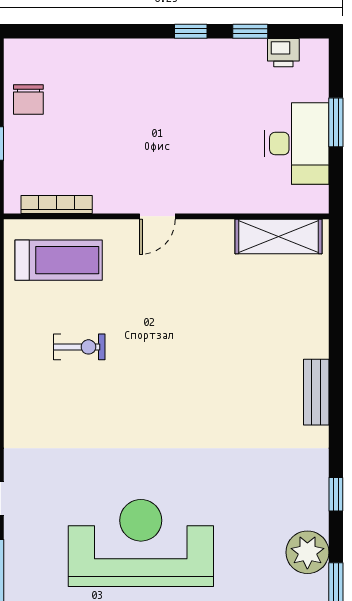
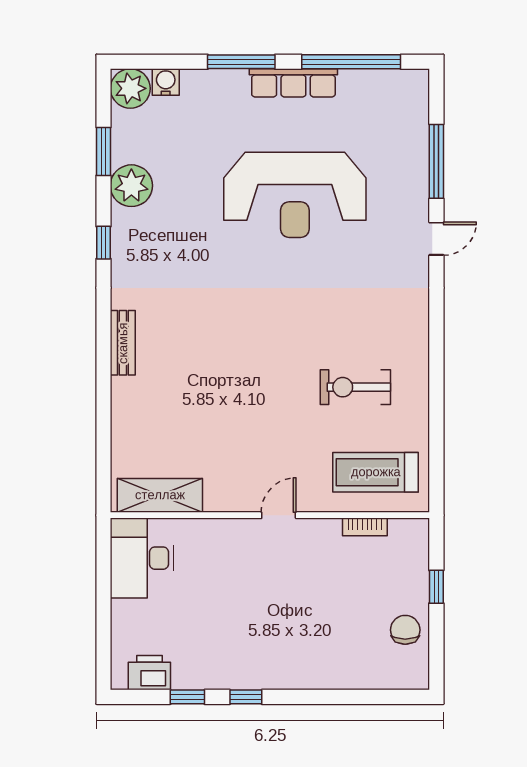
printer: (283, 53) -> (149, 673), width x1.36, depth x1.24
window: (336, 122) -> (104, 607), removed
desk: (297, 144) -> (142, 558), moved
bookcase: (57, 204) -> (365, 527), width x0.64
exercise bike: (79, 347) -> (355, 387), width x1.38, depth x1.39

